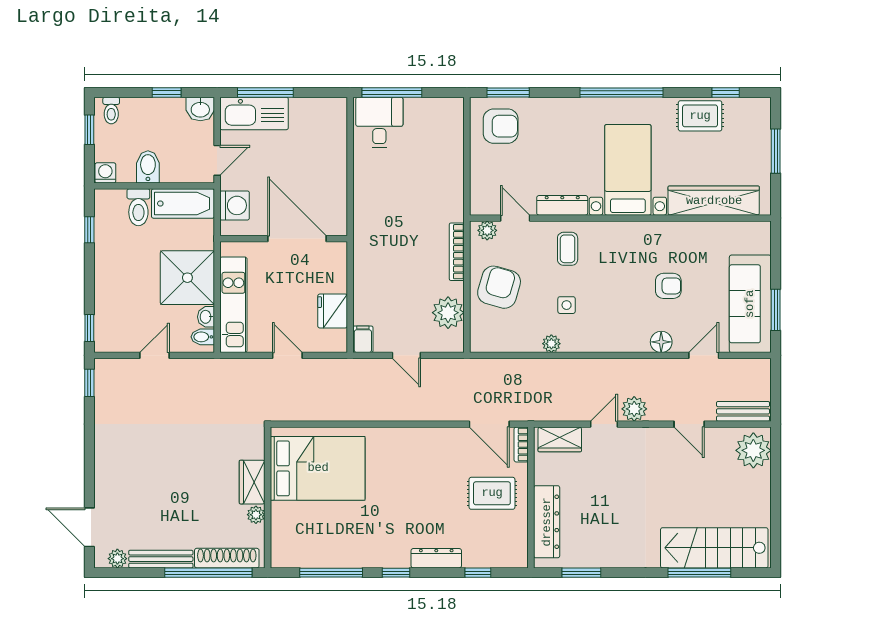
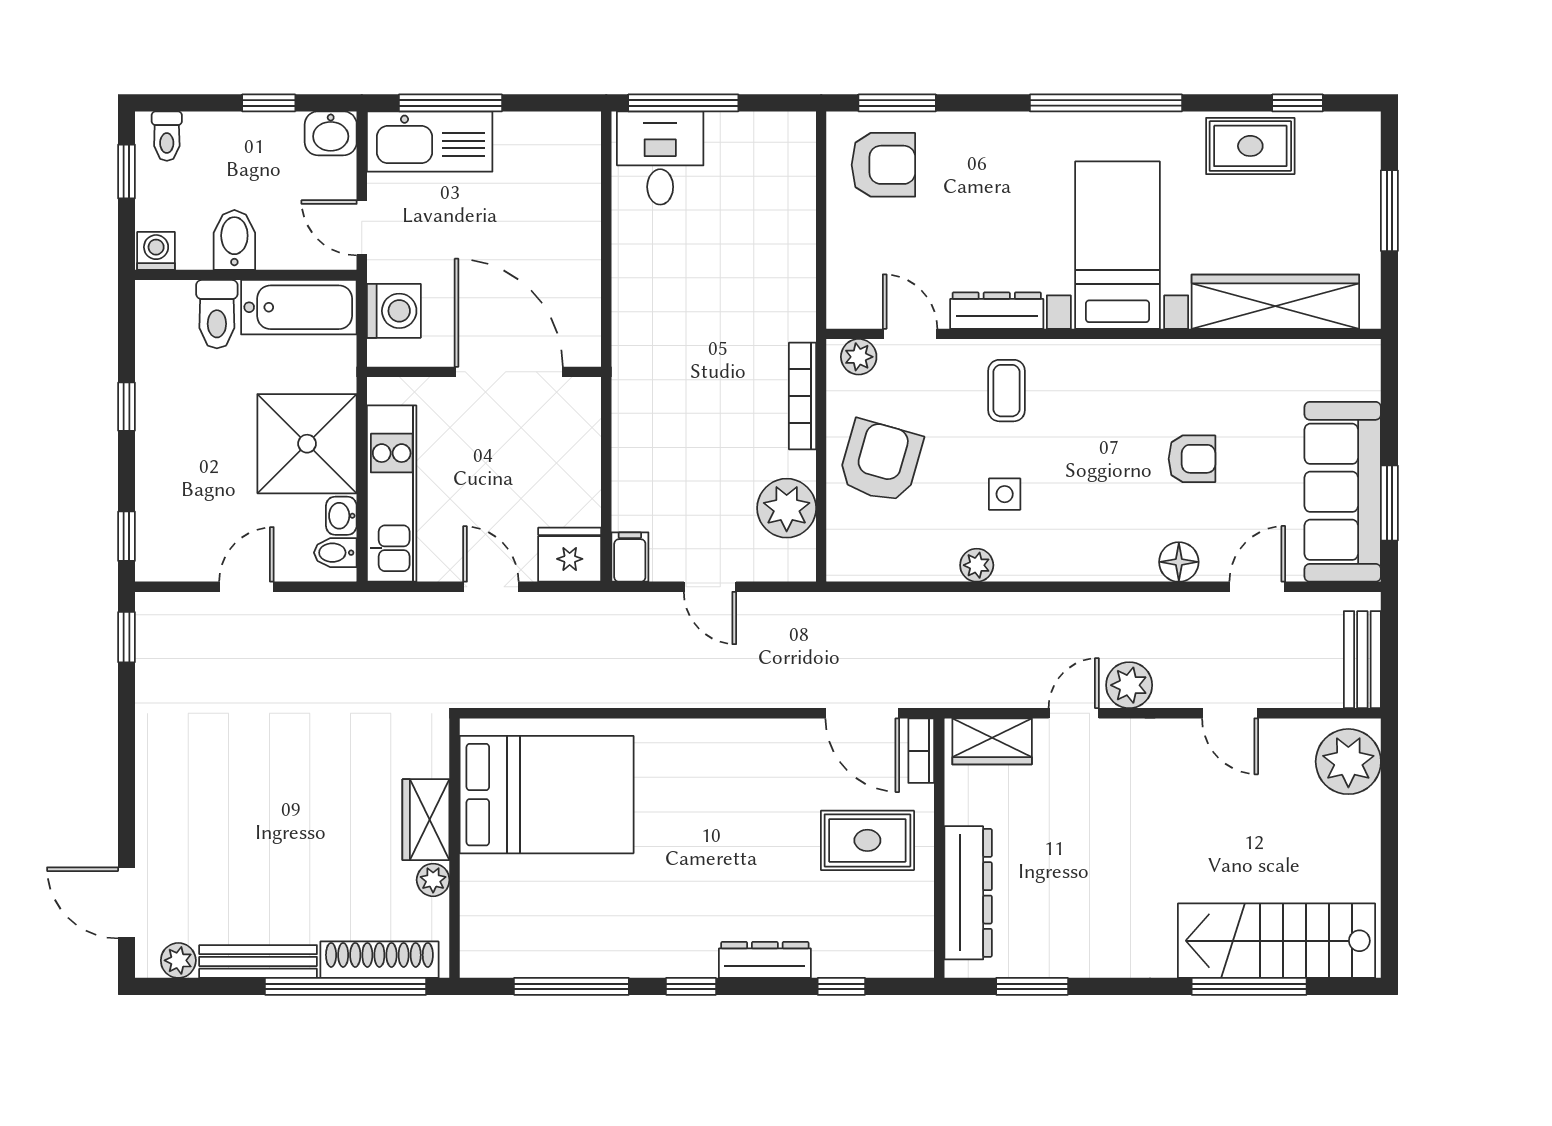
door: (217, 160) -> (362, 228), swing flipped
window: (89, 230) -> (127, 407), moved
fridge: (333, 311) -> (570, 555), moved, turned 90
bench: (743, 411) -> (1362, 660), moved, turned 90

